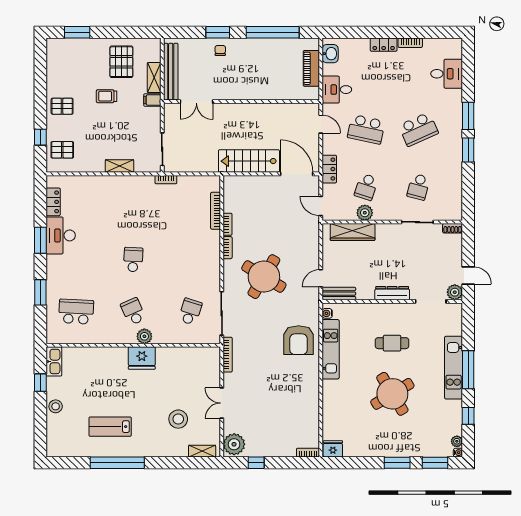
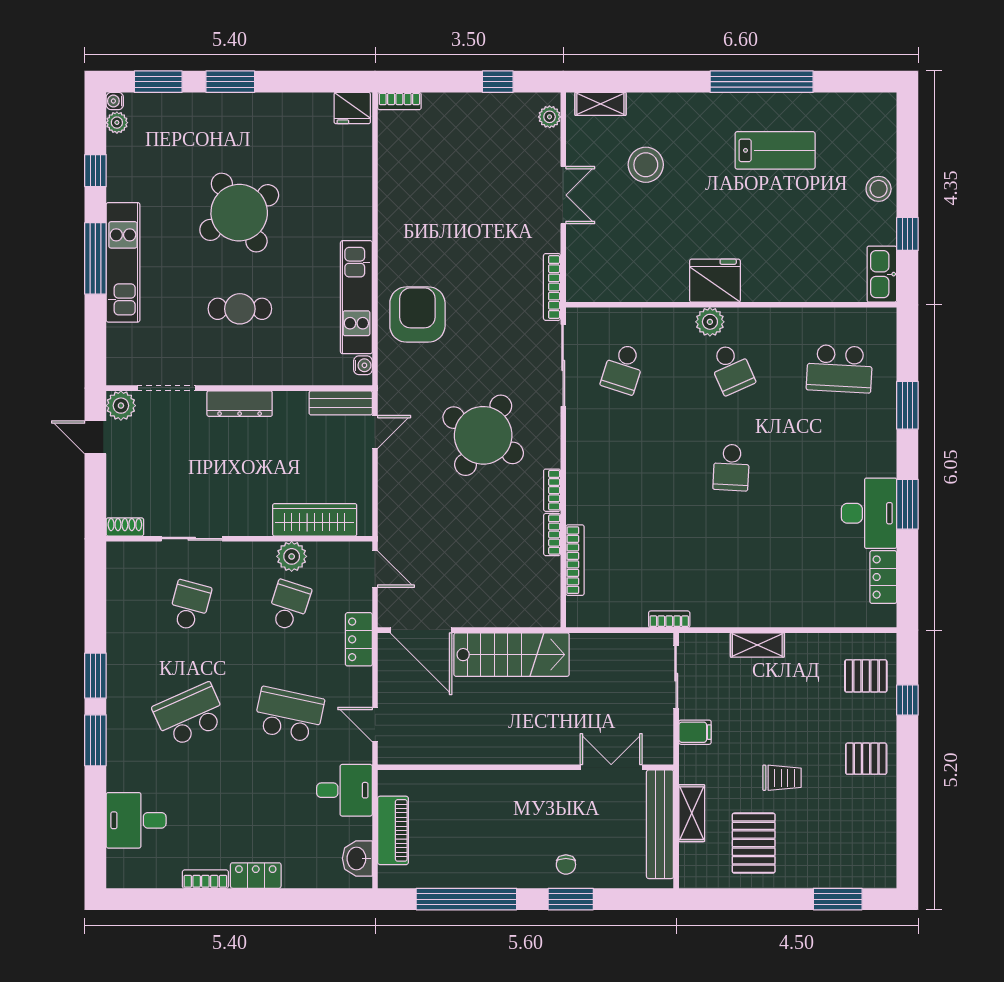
filing cabinet: (152, 100) -> (695, 732), moved
plant: (234, 444) -> (550, 117), width x0.53, depth x0.53

